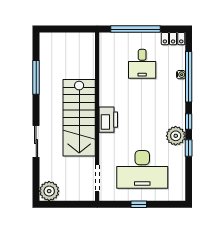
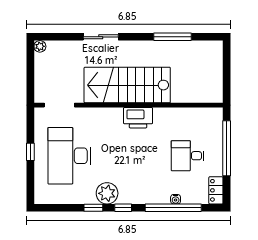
printer: (108, 120) -> (138, 118), moved
plant: (49, 191) -> (40, 46), width x0.53, depth x0.53

